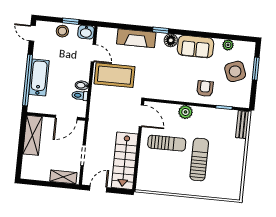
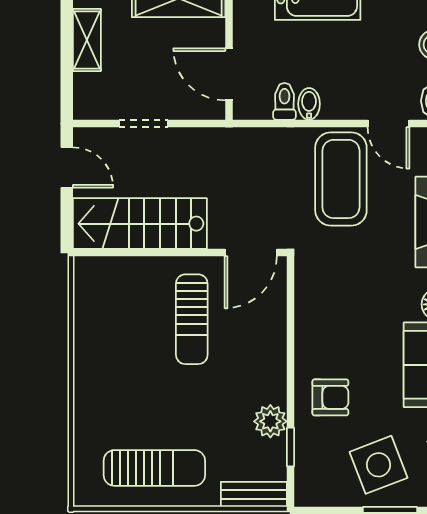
door: (93, 53) -> (388, 123), hinge flipped
plant: (185, 112) -> (270, 421), moved
sun lounger: (199, 160) -> (154, 468), moved
shelving: (63, 177) -> (87, 40), moved

